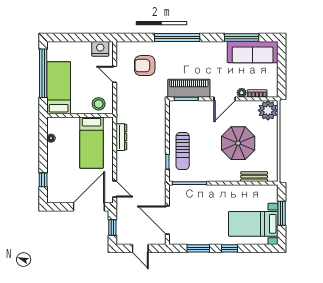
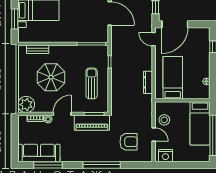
stool: (99, 104) -> (164, 120), moved
sun lounger: (183, 151) -> (92, 83), moved

